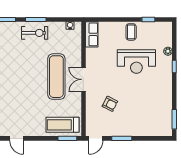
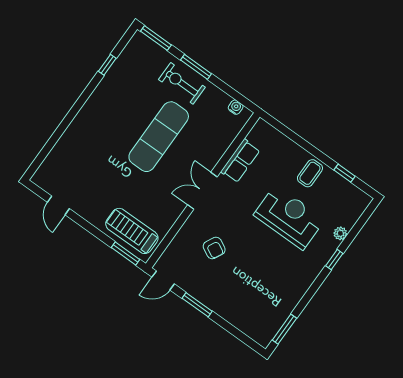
exercise bike: (35, 33) -> (182, 83), turned 180
row of seats: (92, 34) -> (240, 161), moved
reception desk: (136, 62) -> (289, 217), turned 180
exercise mat: (56, 77) -> (159, 137), moved

